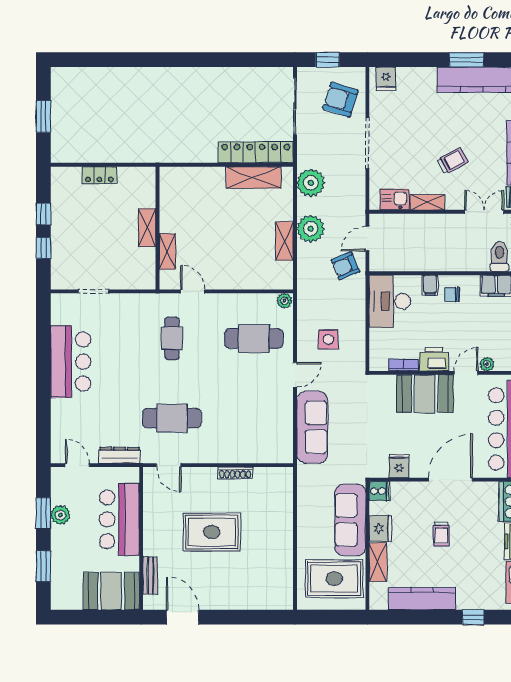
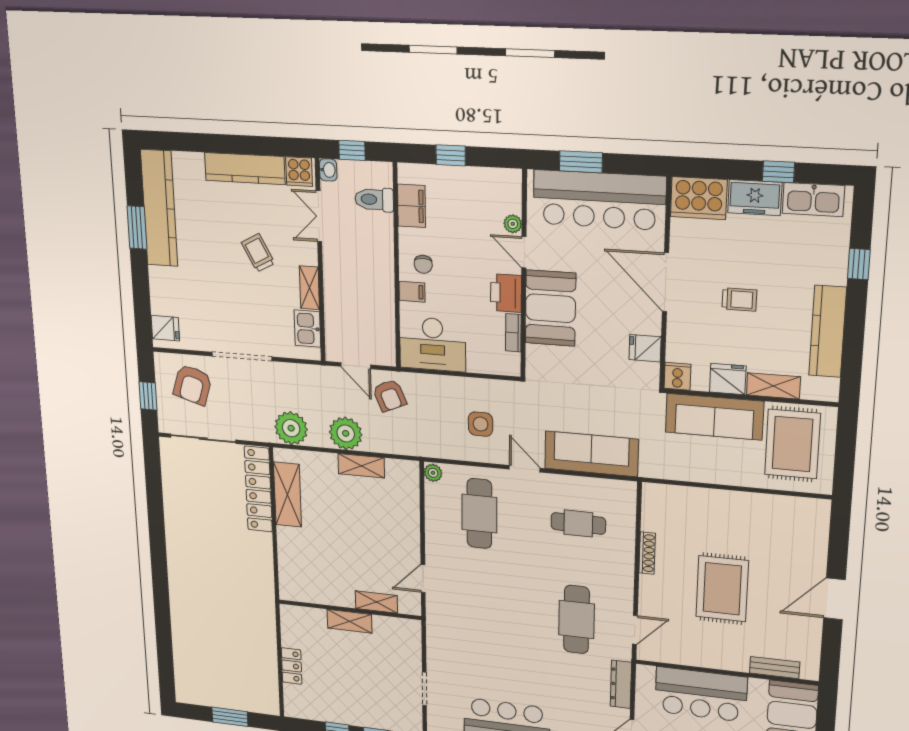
cafe table: (172, 338) -> (578, 523), moved
door: (182, 617) -> (834, 599), moved

